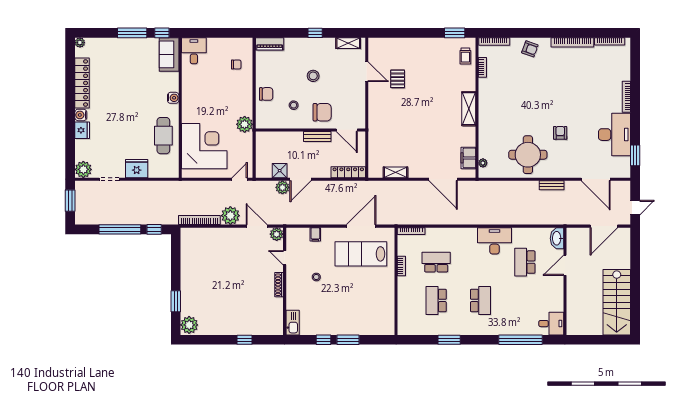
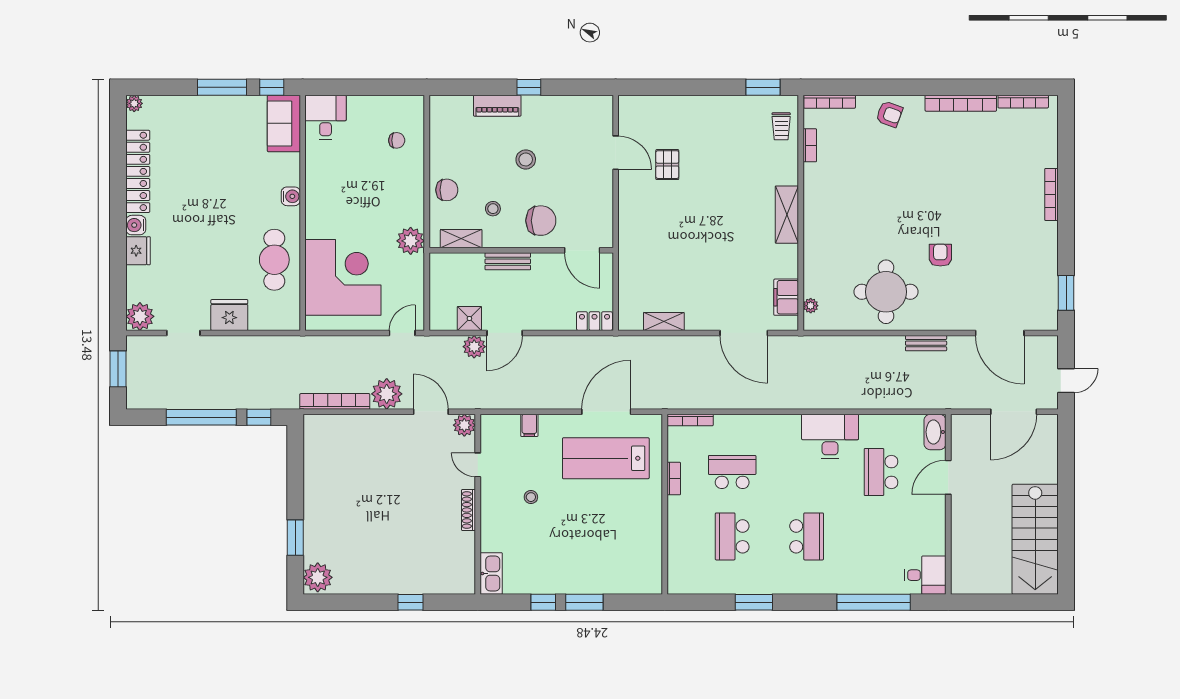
shelving: (348, 43) -> (461, 239), moved
piano: (270, 44) -> (497, 106), moved
desk: (614, 135) -> (1031, 258), removed
bench: (317, 137) -> (508, 261), moved
locker: (348, 172) -> (594, 321), width x0.66

